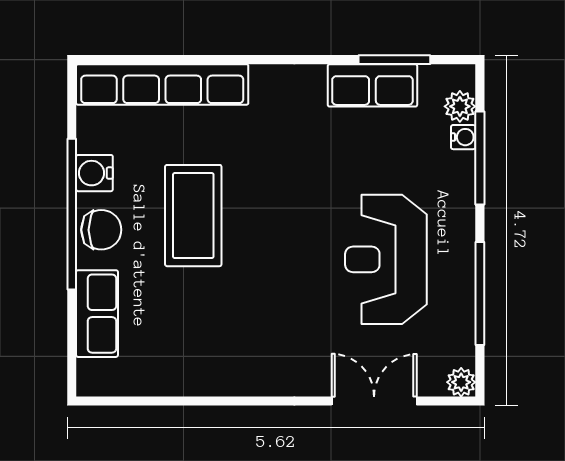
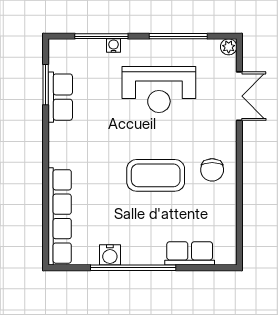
plant: (460, 106) -> (72, 47), removed
water cooler: (463, 137) -> (114, 46), moved
coffee table: (193, 216) -> (156, 175), moved
chair: (101, 230) -> (212, 170), moved, turned 180
double door: (374, 401) -> (239, 96), swing flipped

